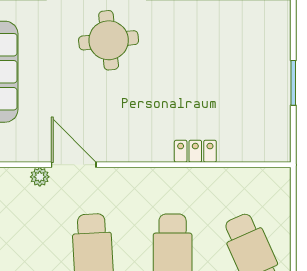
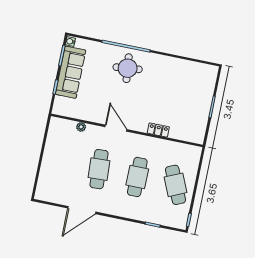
door: (74, 165) -> (116, 128), moved

